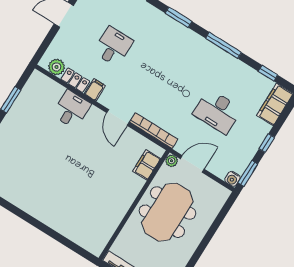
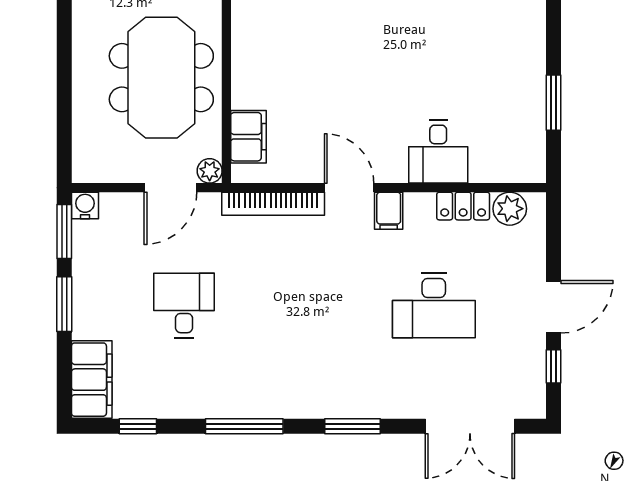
desk: (113, 46) -> (434, 306), width x1.37
filing cabinet: (95, 90) -> (389, 211), moved
desk: (217, 111) -> (184, 306), width x0.73
window: (267, 143) -> (64, 304), width x1.50

